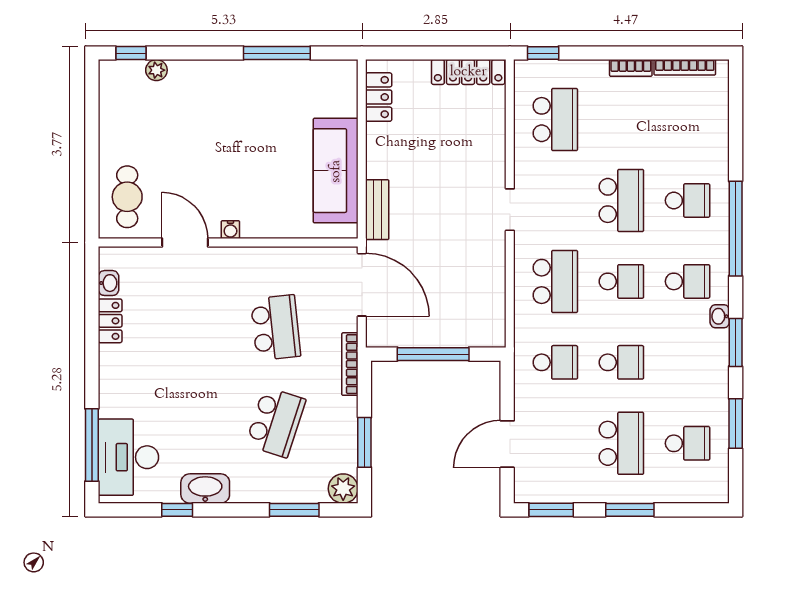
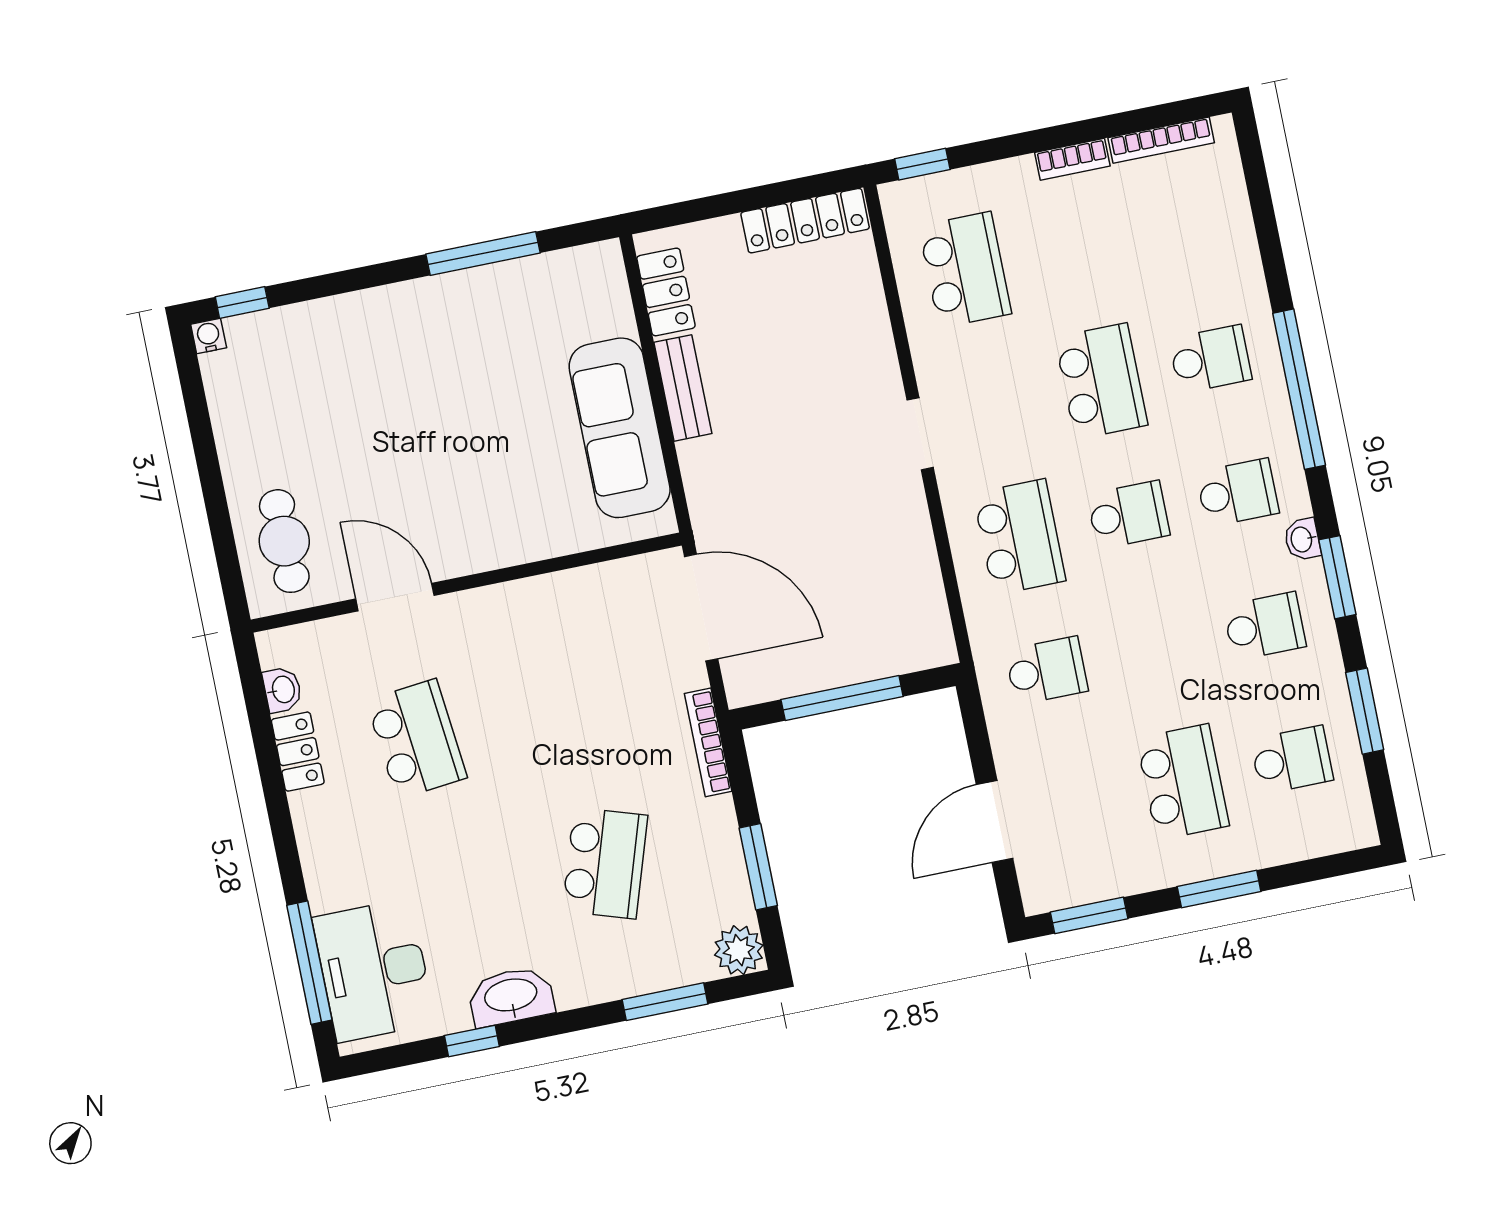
plant: (156, 70) -> (290, 322), removed
bench: (377, 210) -> (683, 388), moved
water cooler: (230, 230) -> (209, 336), moved, turned 180
school desk: (276, 328) -> (417, 739), moved
school desk: (621, 362) -> (1265, 626), moved

